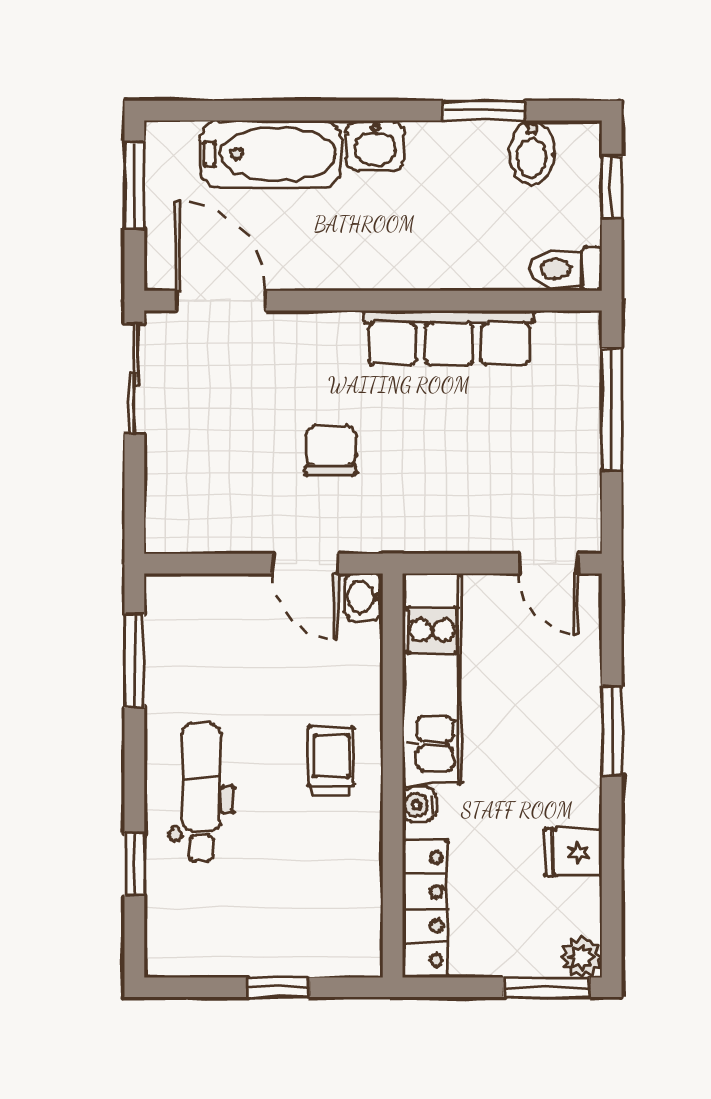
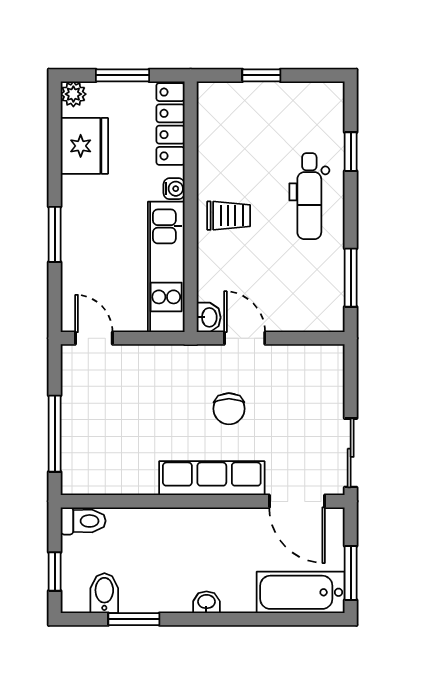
washbasin: (375, 146) -> (206, 602), width x0.72, depth x0.69
bathtub: (271, 154) -> (301, 592), moved
row of seats: (449, 338) -> (212, 478), moved
trolley: (331, 761) -> (229, 216), turned -90
fridge: (573, 852) -> (84, 146), width x1.88, depth x1.34
window: (546, 987) -> (122, 75), moved

